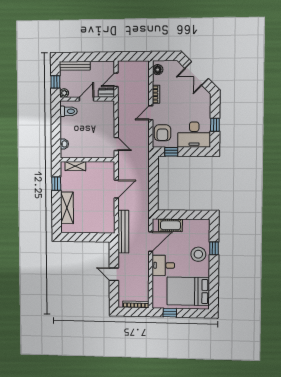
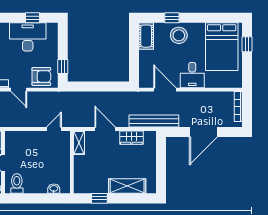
desk: (194, 135) -> (28, 37), moved, turned -90
shelving: (75, 166) -> (79, 143), moved
wardrobe: (109, 212) -> (131, 138), added
cot: (170, 225) -> (146, 36), moved
door: (114, 274) -> (203, 132), width x1.88
window: (170, 313) -> (247, 44), moved

